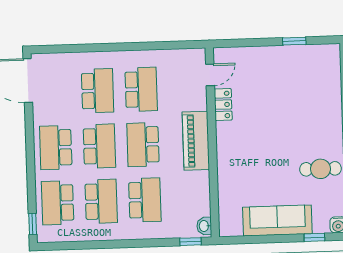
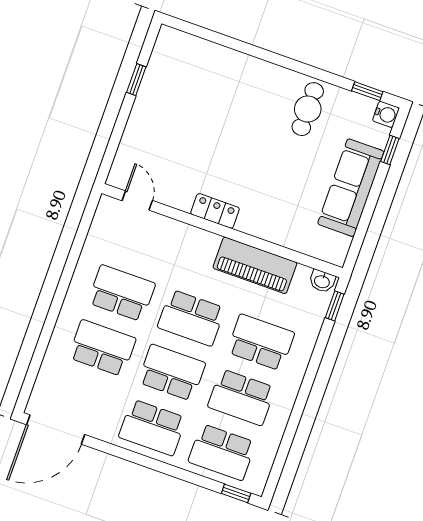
locker: (223, 105) -> (215, 211), moved
piano: (196, 141) -> (255, 265), moved
school desk: (101, 201) -> (241, 397), turned 180

